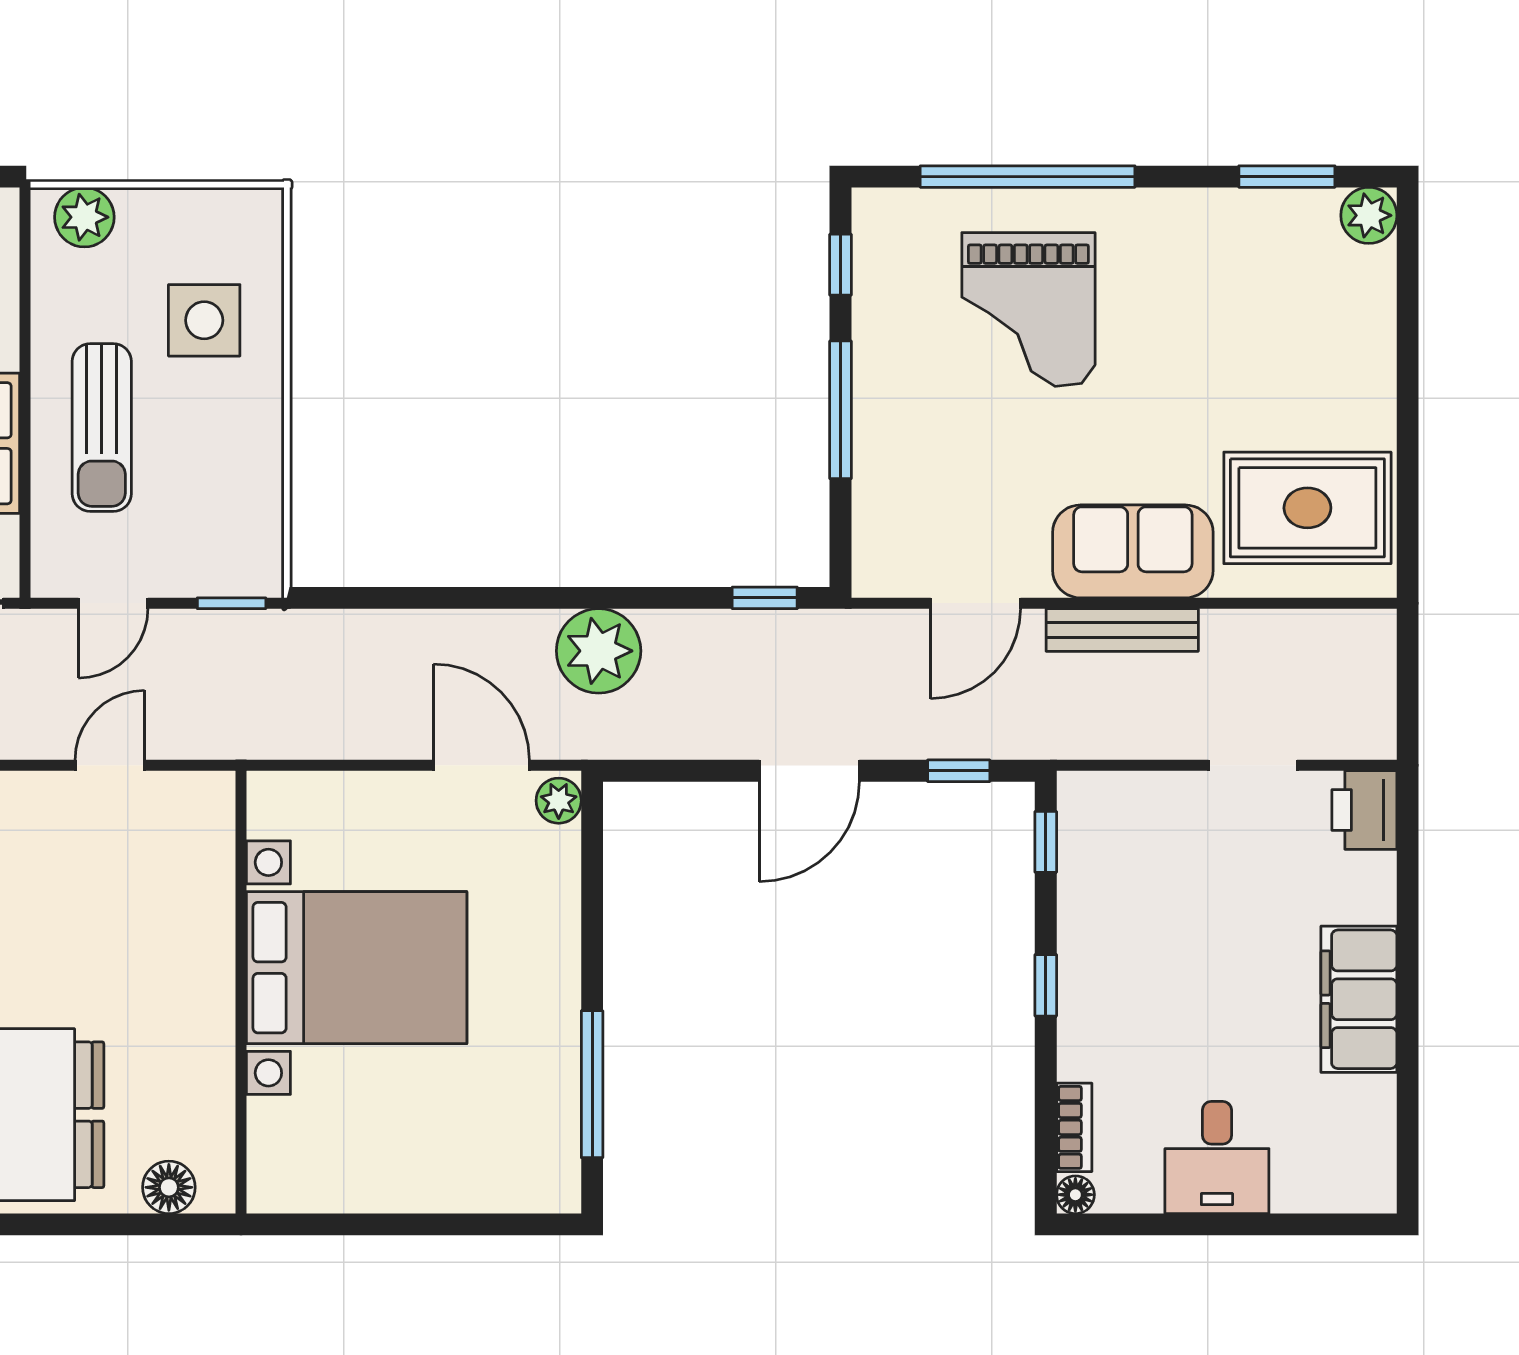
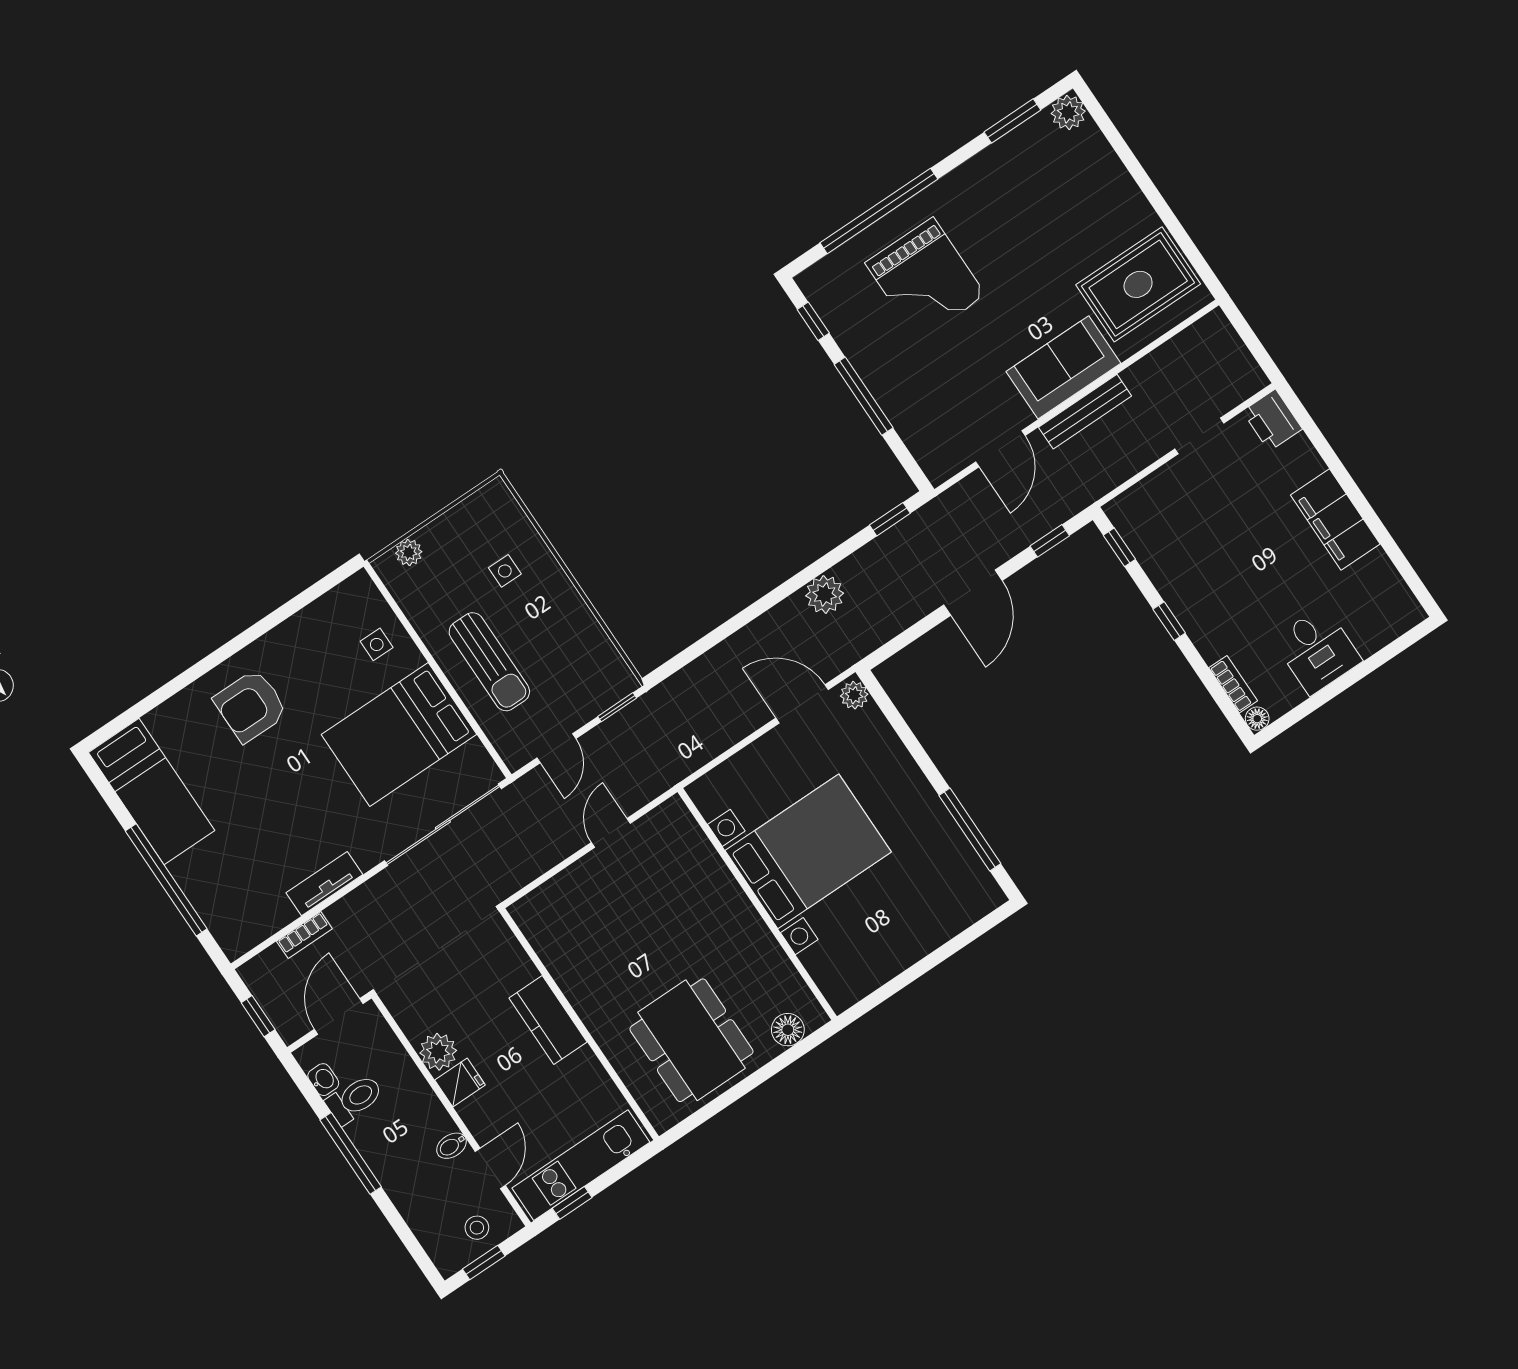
plant: (84, 217) -> (409, 552), width x0.73, depth x0.73
side table: (204, 320) -> (505, 571), width x0.54, depth x0.54
plant: (599, 651) -> (825, 594), width x0.73, depth x0.73

